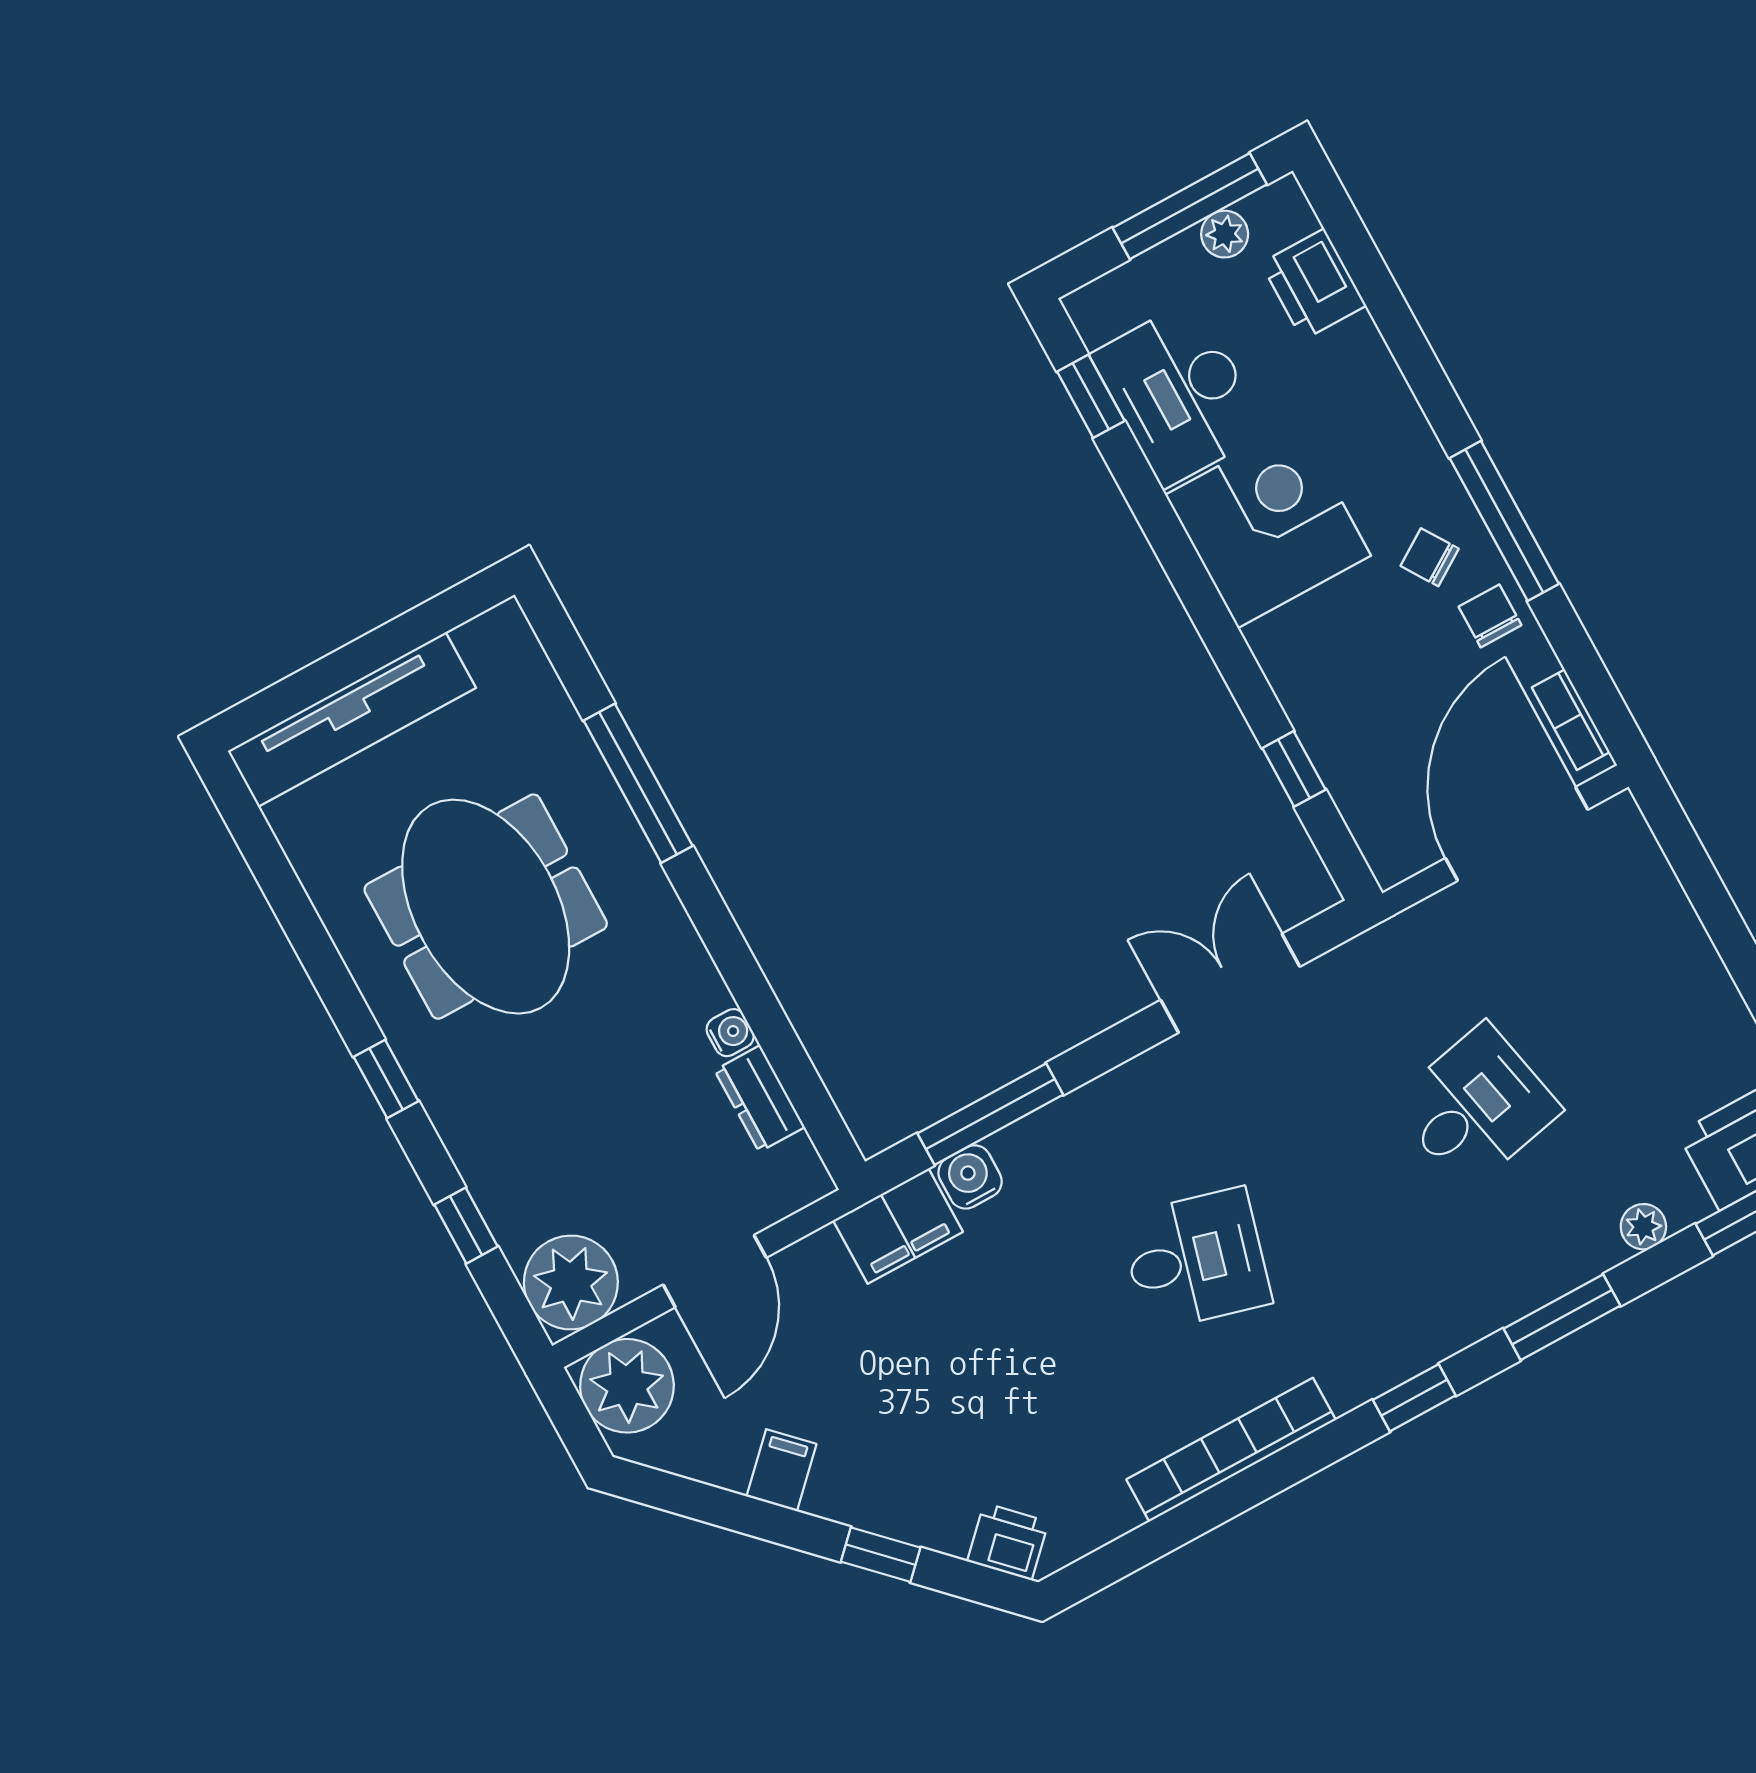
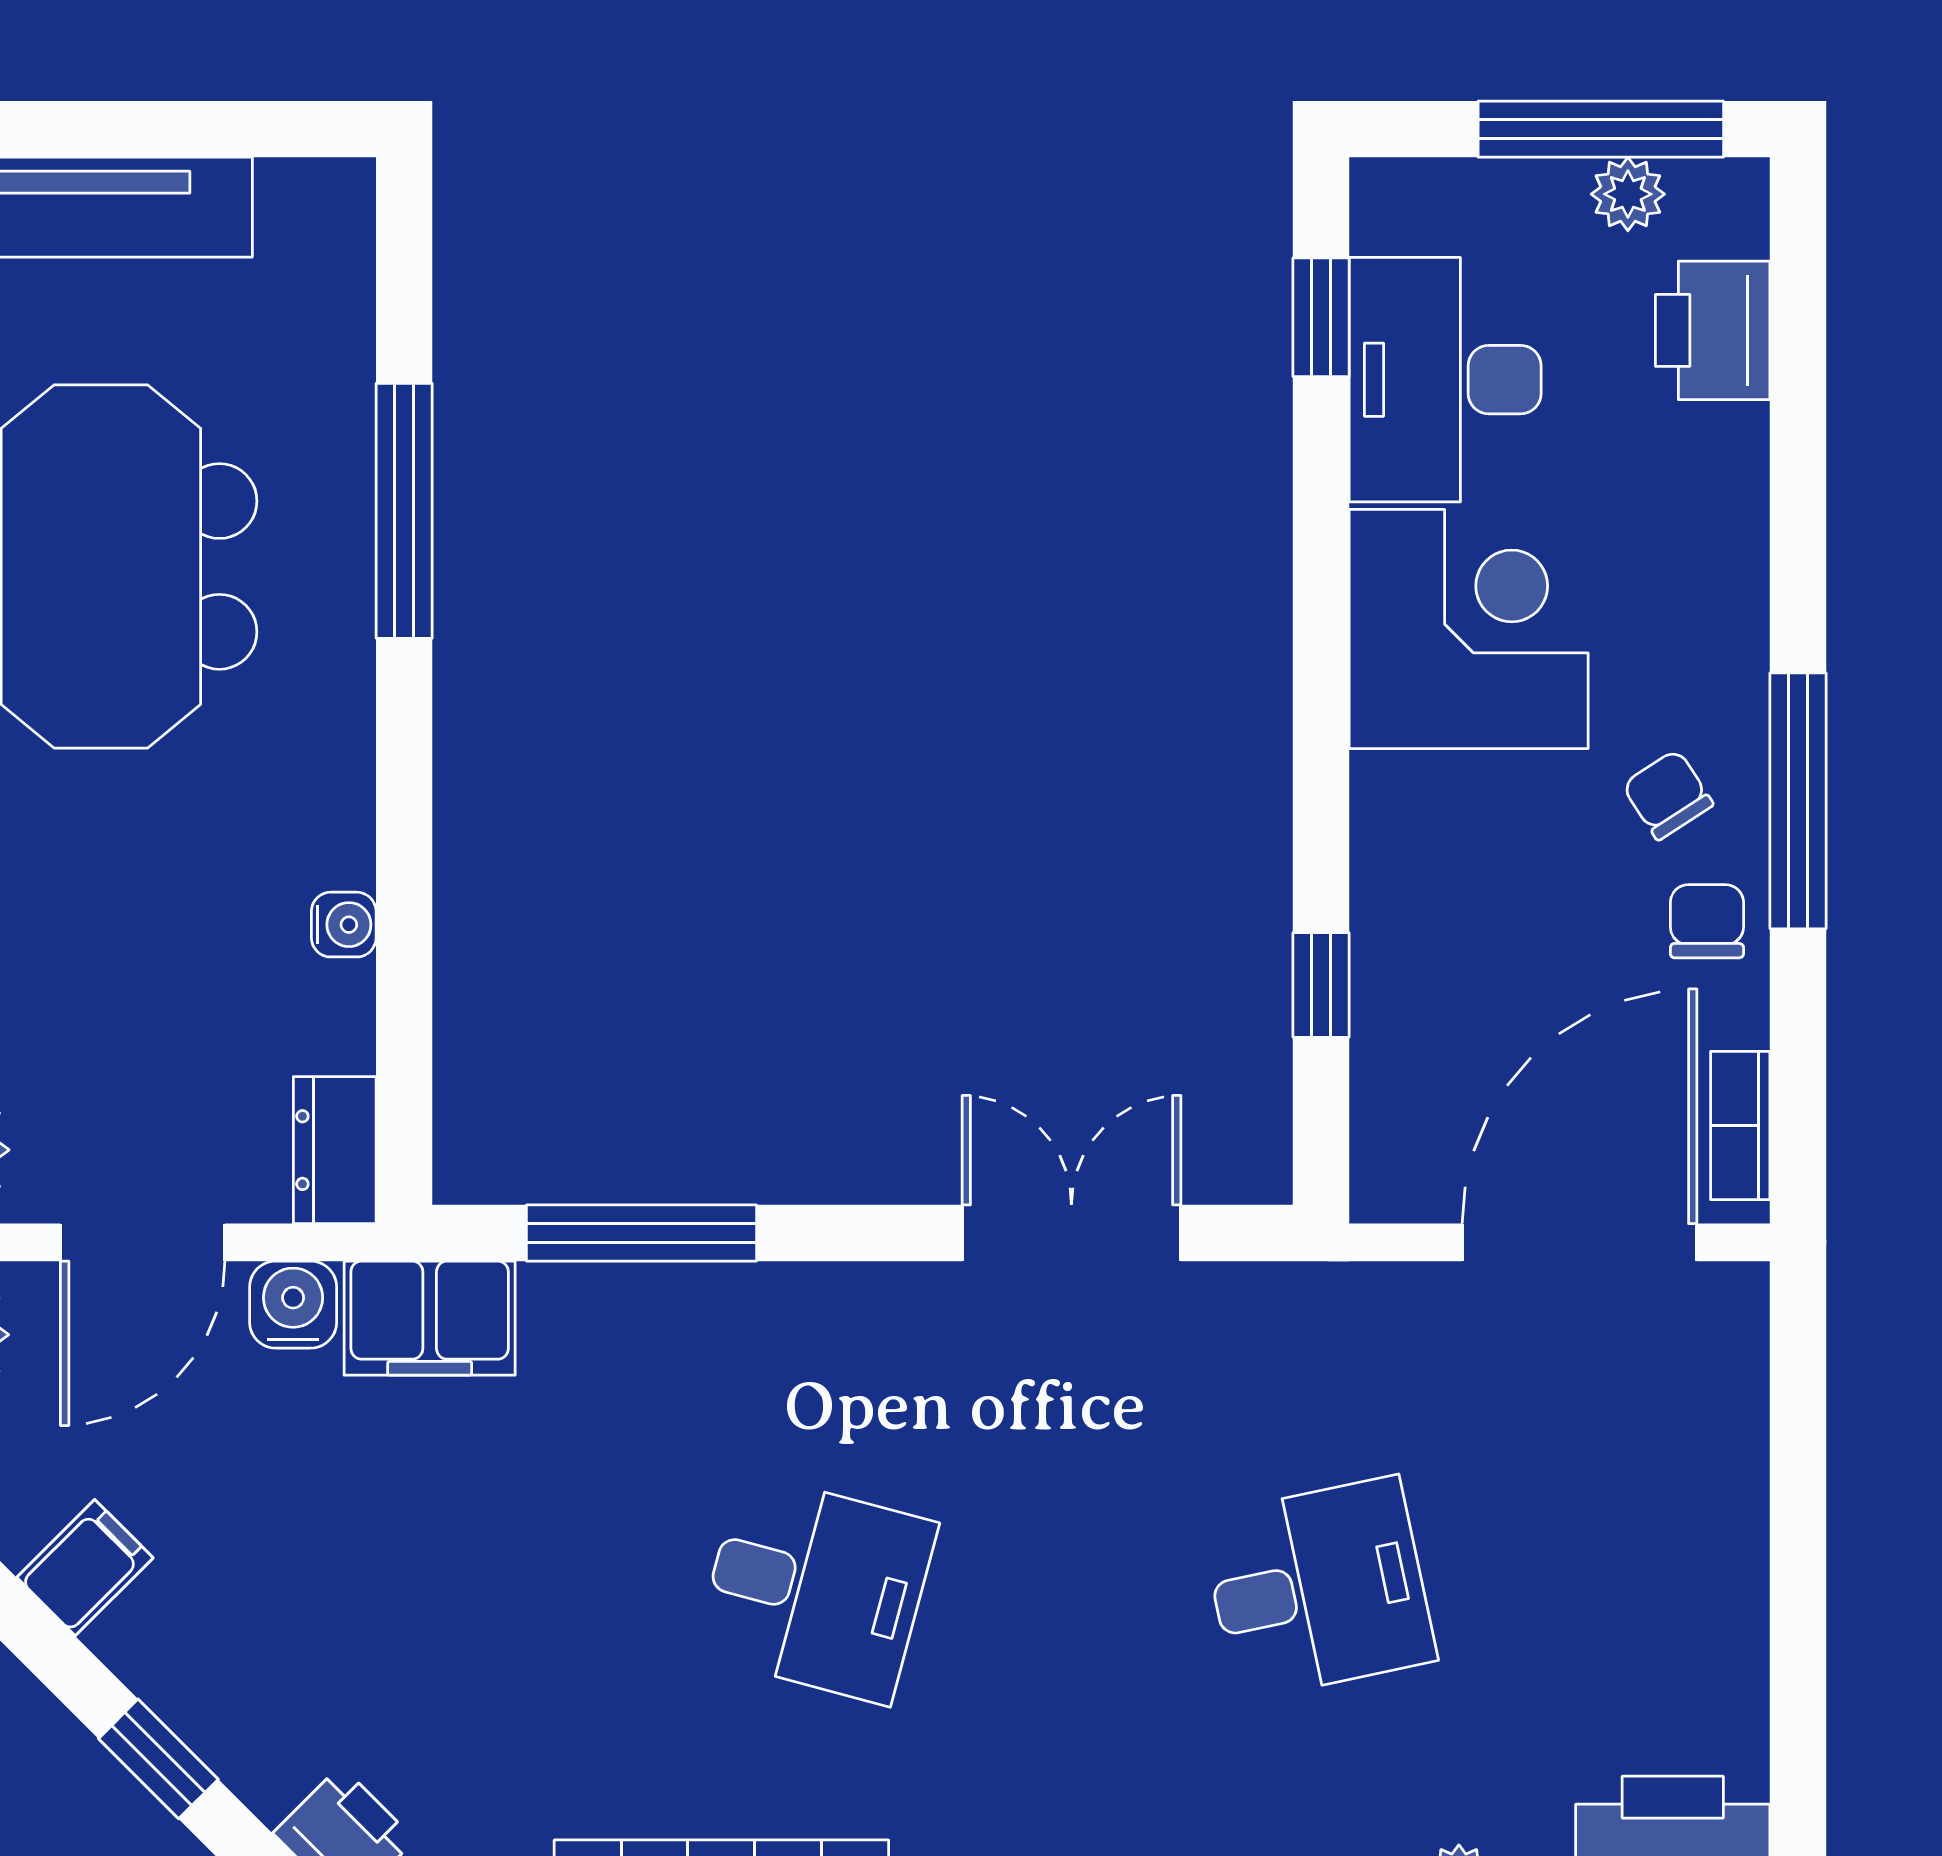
dresser: (760, 1099) -> (335, 1150), moved
water cooler: (970, 1177) -> (293, 1305), moved

